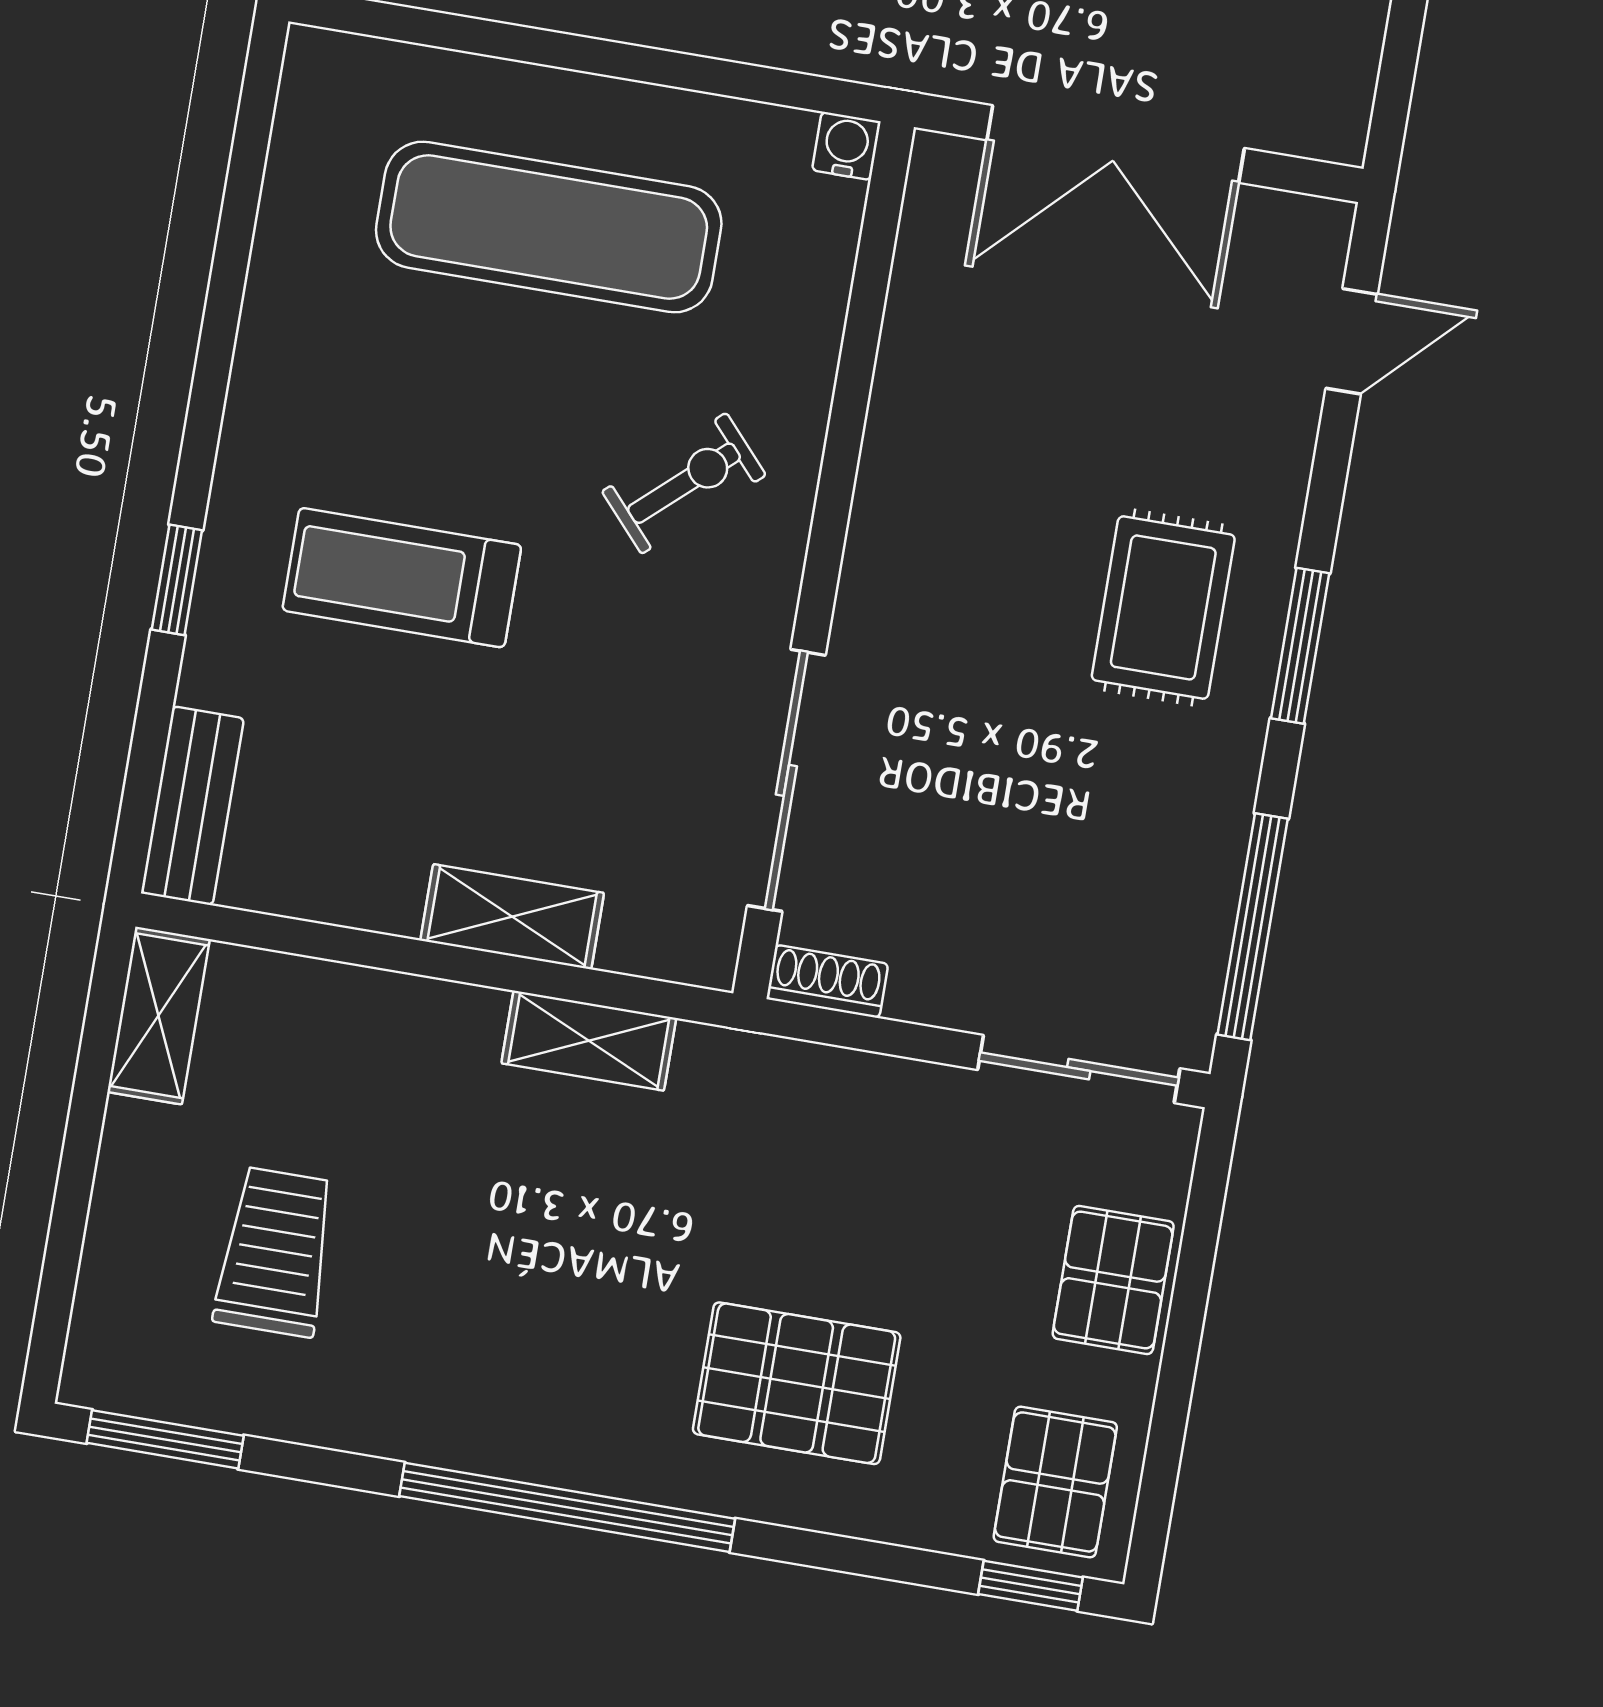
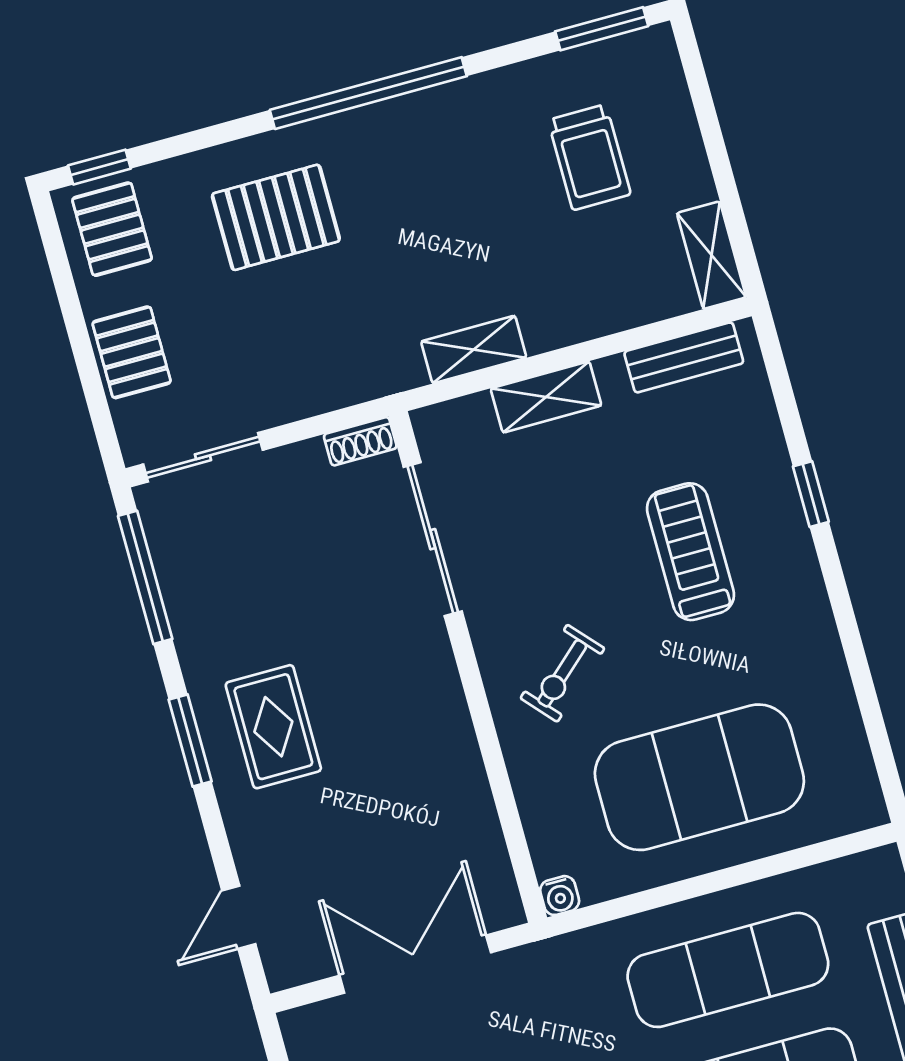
exercise mat: (549, 227) -> (699, 777), width x1.47
treadmill: (402, 578) -> (690, 552), turned -90
bench: (192, 806) -> (684, 357), moved, turned 90

